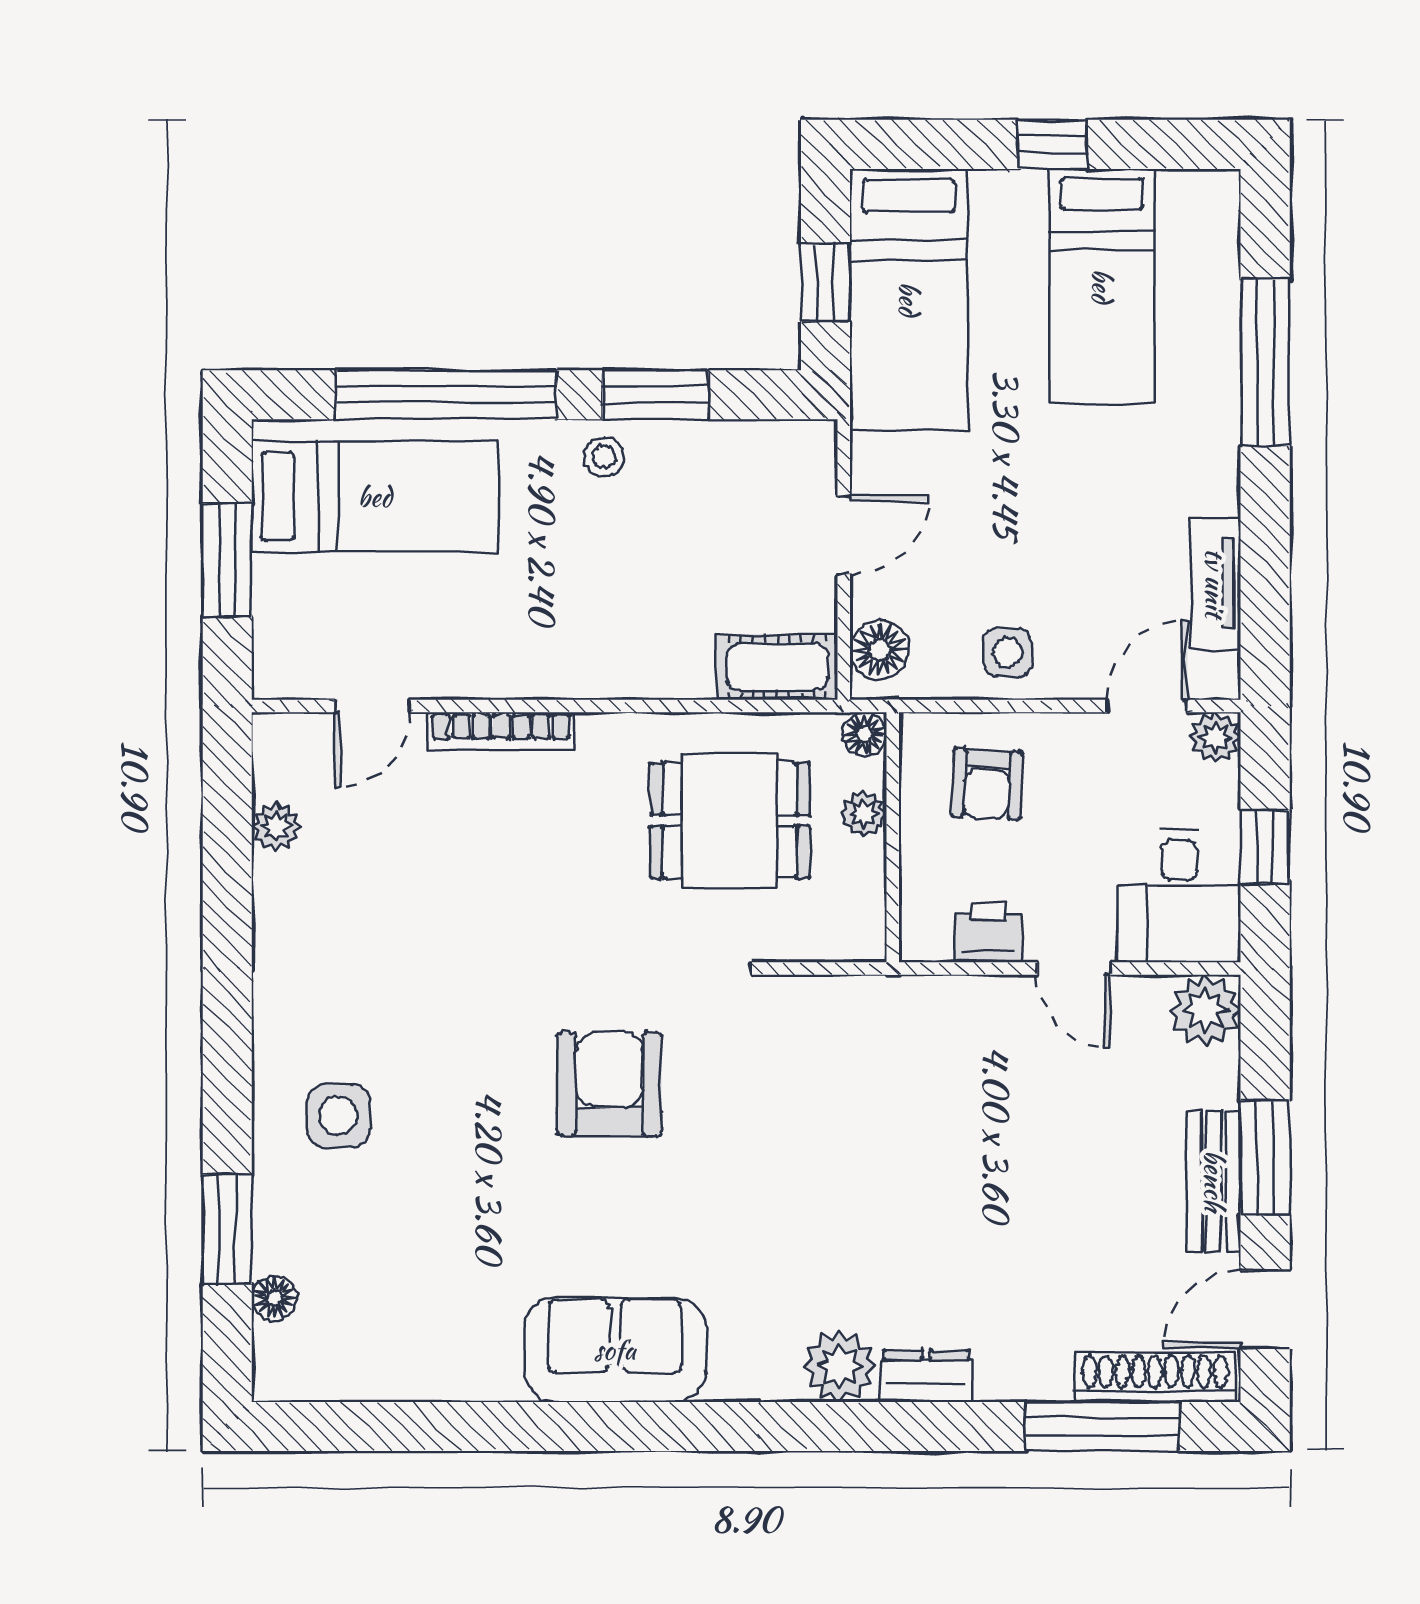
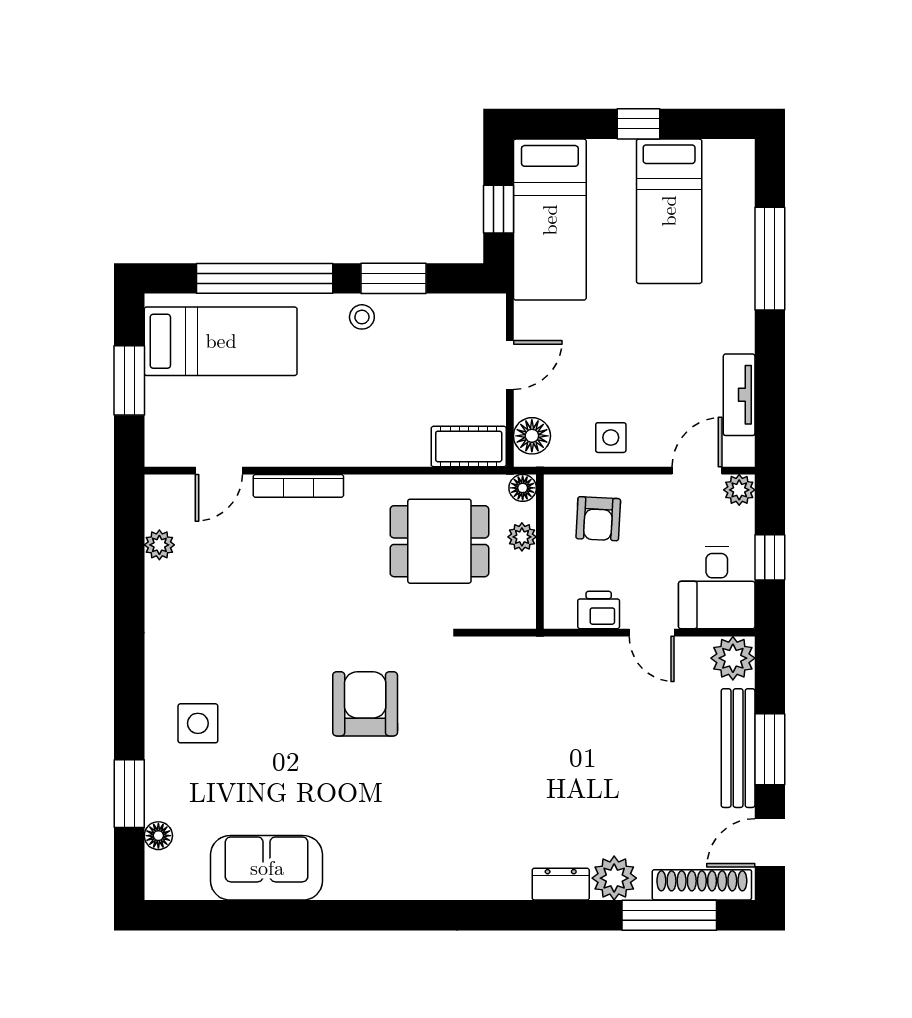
bench: (1214, 1181) -> (738, 748), width x1.36
sofa: (615, 1350) -> (267, 868), moved
plant: (839, 1366) -> (614, 878), moved

